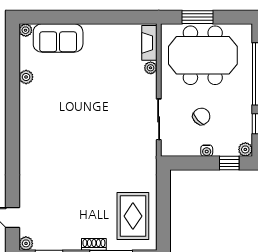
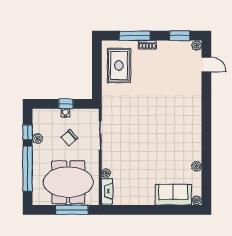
window: (197, 17) -> (72, 210), width x1.44
plant: (245, 149) -> (37, 139), moved
window: (229, 163) -> (66, 104), moved

